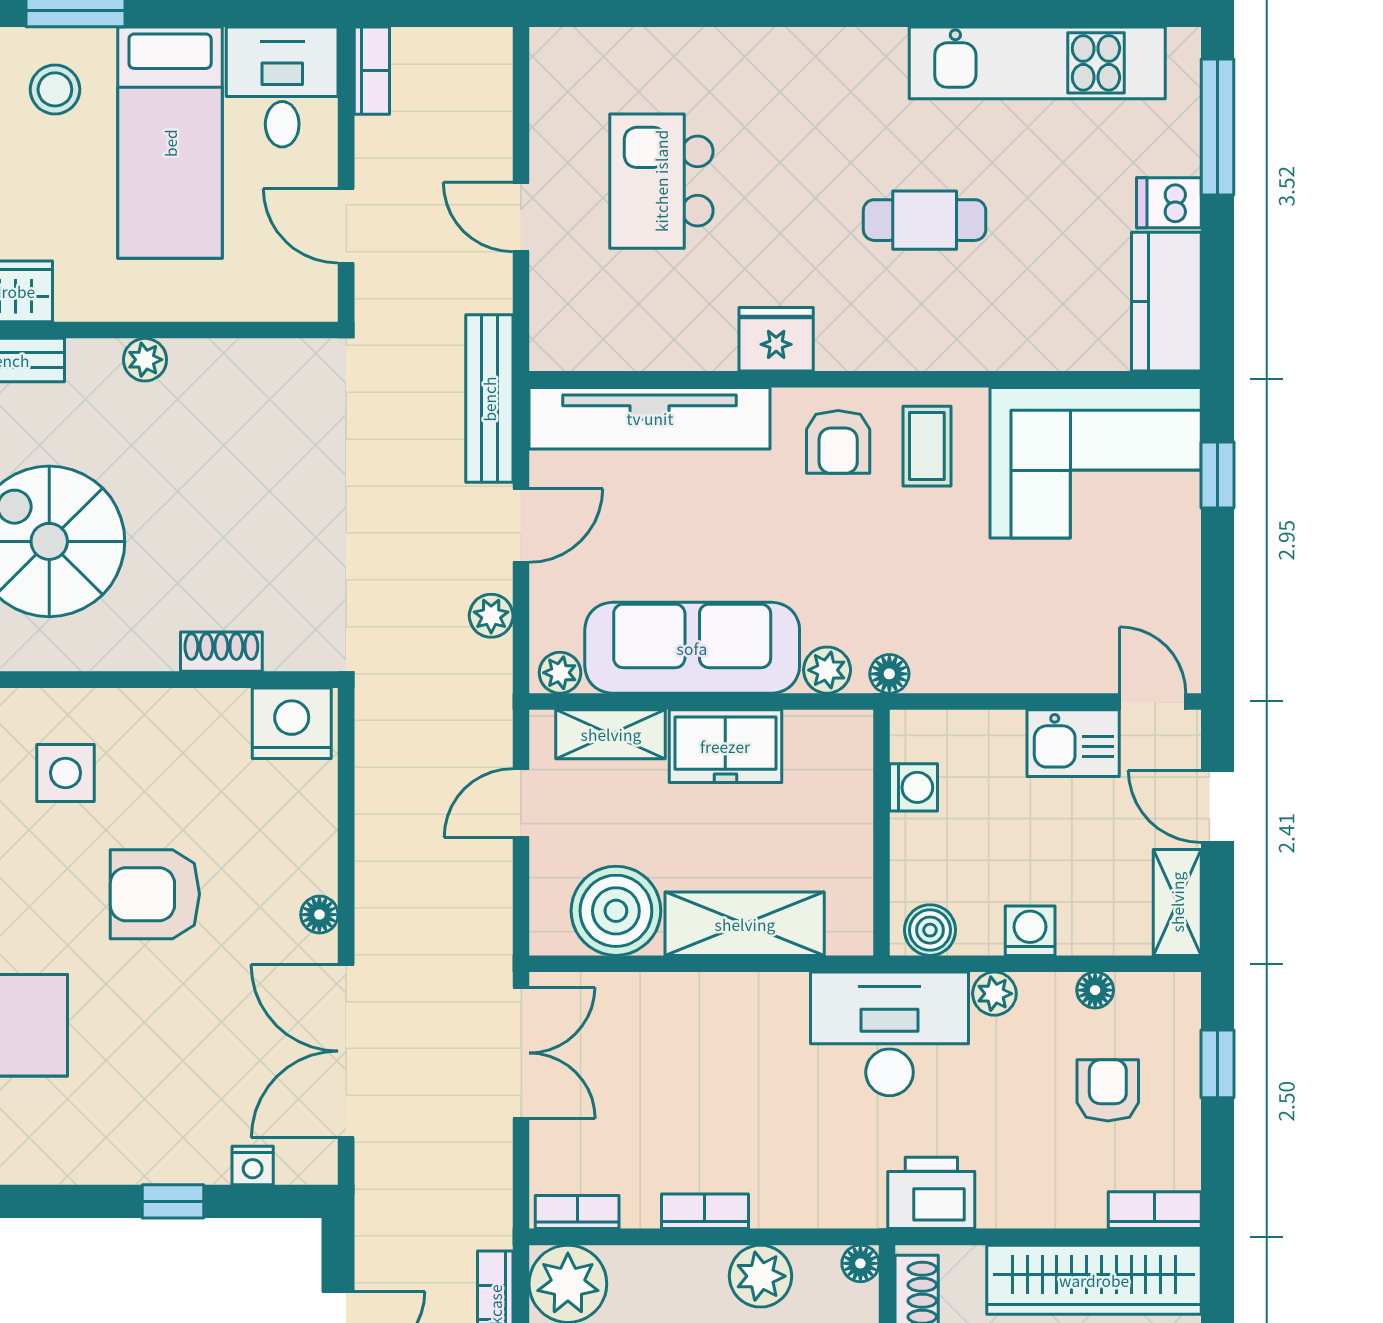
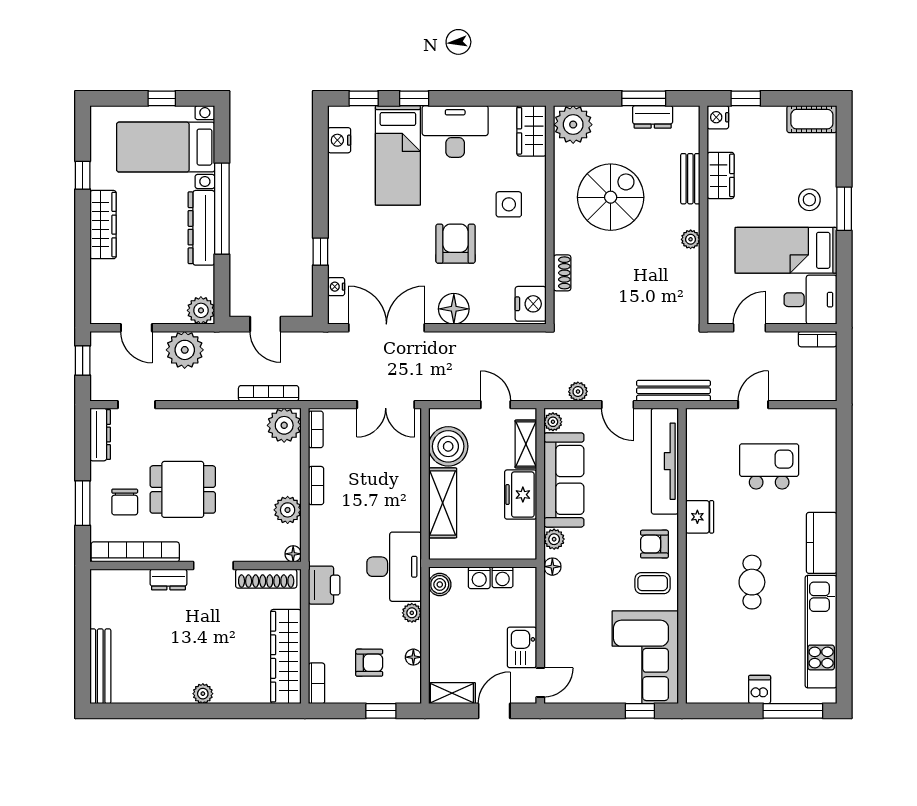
kitchen counter: (1166, 302) -> (822, 543), moved, turned -90
floor lamp: (319, 915) -> (454, 309), width x1.89, depth x1.89
washing machine: (1030, 931) -> (479, 578), moved, turned 90

